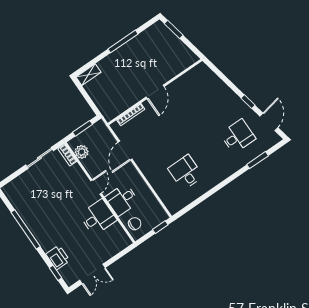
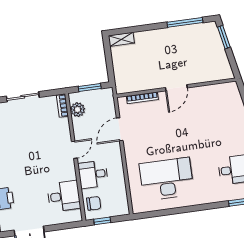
window: (123, 41) -> (185, 22), moved
sliding door: (39, 158) -> (23, 97), moved
desk: (185, 172) -> (167, 179), width x1.87, depth x1.30
desk: (98, 217) -> (64, 196), moved
window: (160, 227) -> (102, 221), moved

